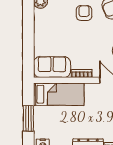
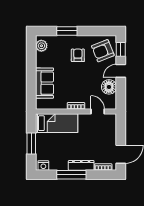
sofa: (52, 67) -> (45, 83), moved, turned 90

